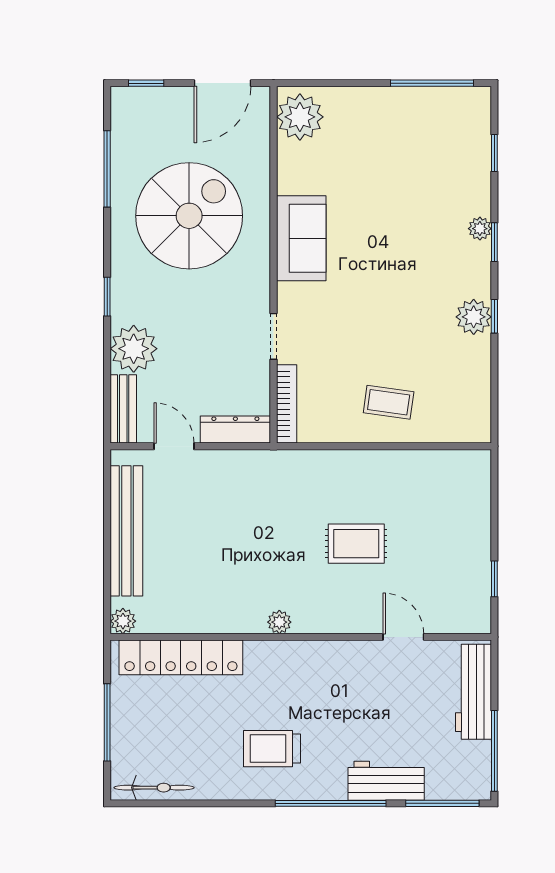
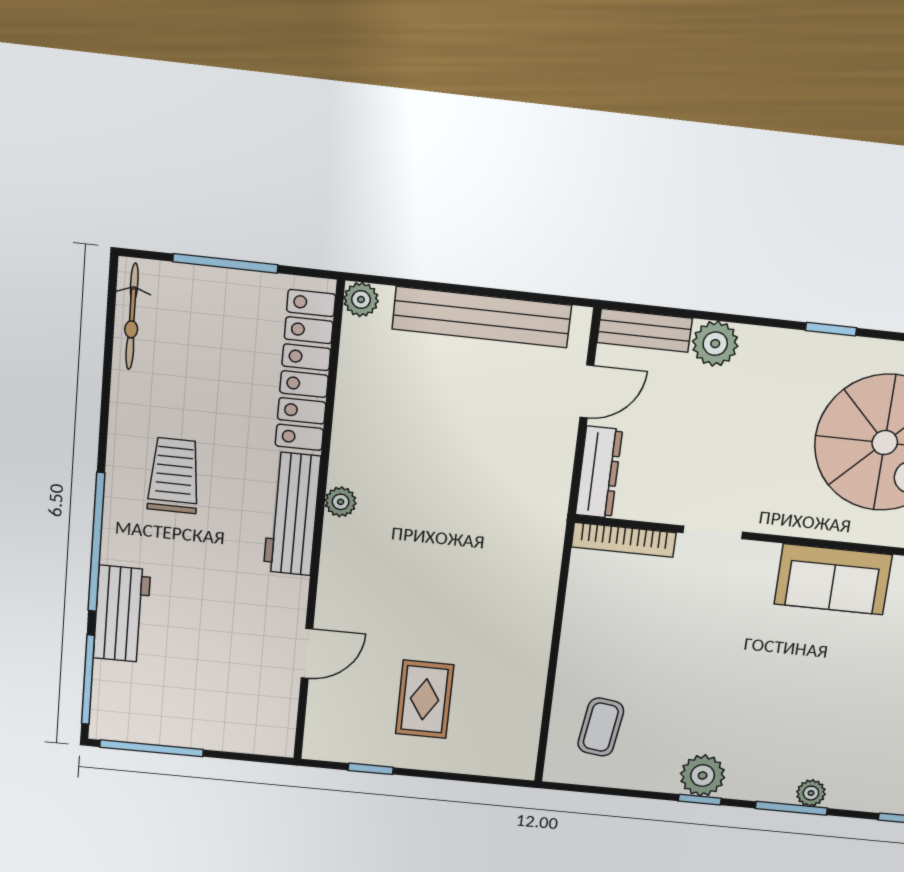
window: (494, 242) -> (791, 808), width x1.50
window: (107, 297) -> (831, 329), moved
plant: (134, 349) -> (715, 344), width x0.73, depth x0.73
coffee table: (389, 402) -> (601, 727), moved
rug: (356, 544) -> (425, 699), moved
workbench: (474, 692) -> (292, 514), moved, turned -90

